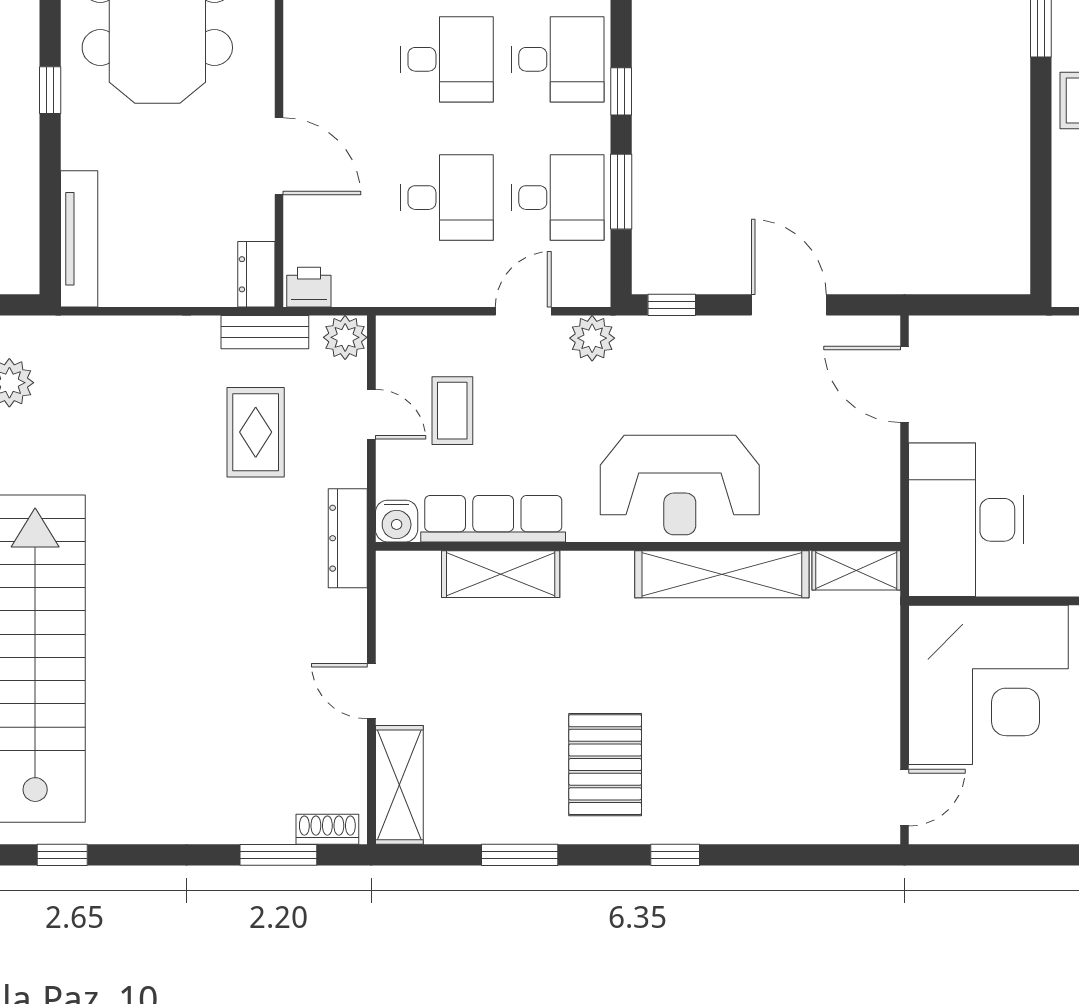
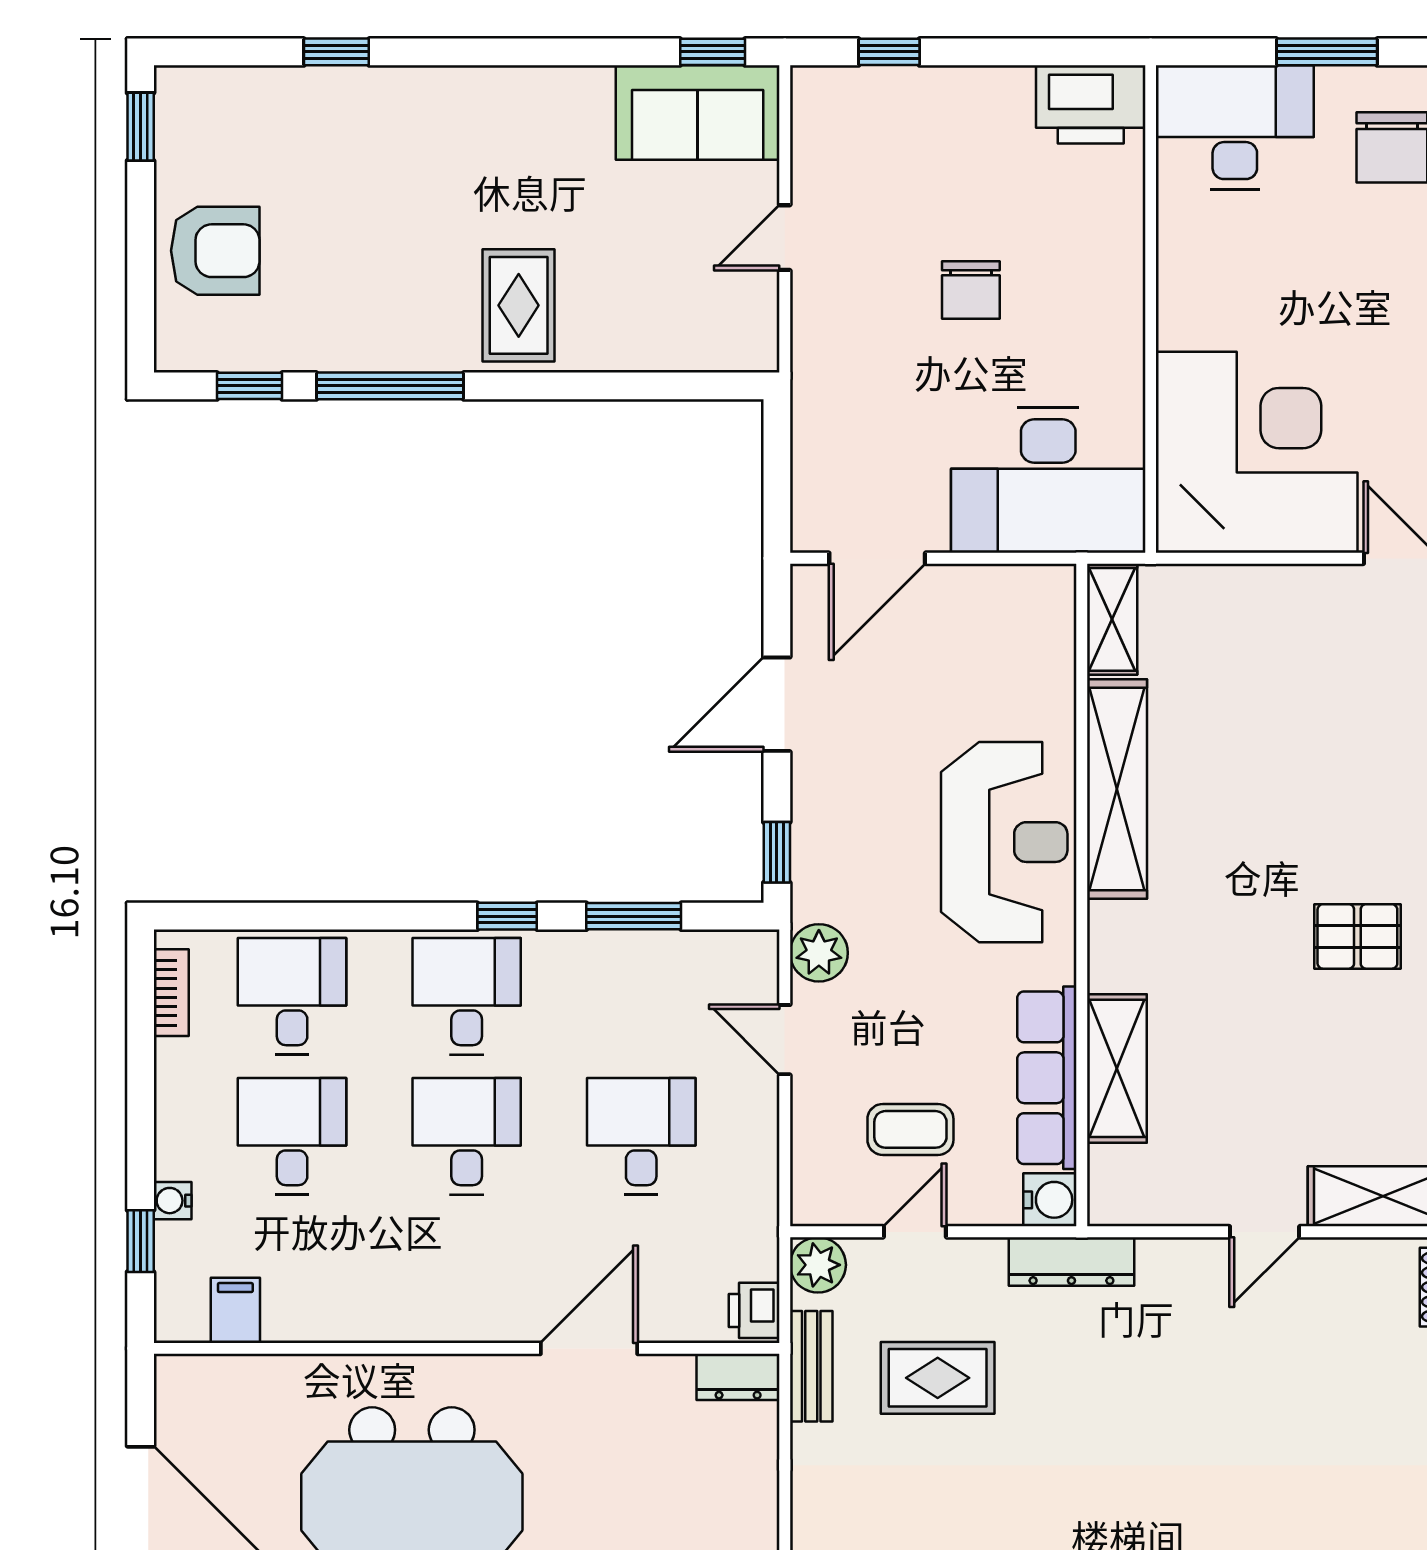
desk: (558, 198) -> (641, 996), removed
pallet: (605, 765) -> (1357, 936), width x0.67, depth x0.71

